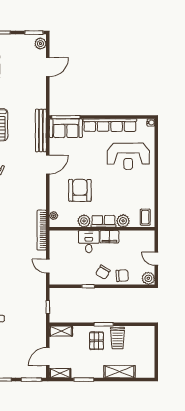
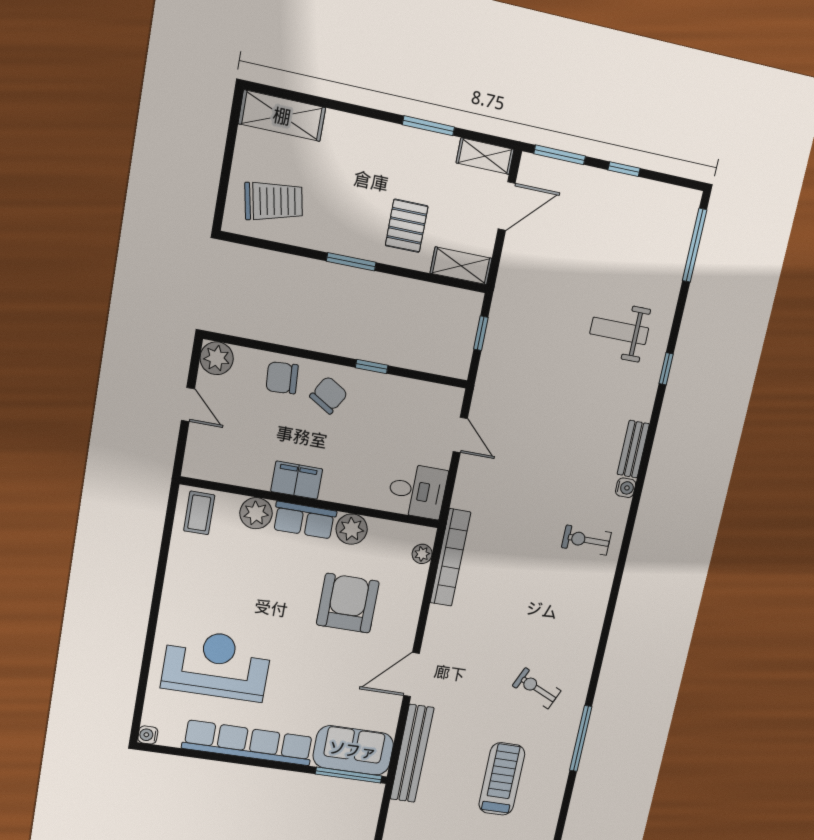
armchair: (80, 190) -> (348, 603), turned 180
bookcase: (42, 230) -> (450, 558), moved
desk: (89, 242) -> (417, 491), moved, turned -90
trolley: (117, 338) -> (274, 201), moved, turned 79
pallet: (97, 341) -> (407, 226), moved
shelving: (119, 372) -> (282, 116), moved

